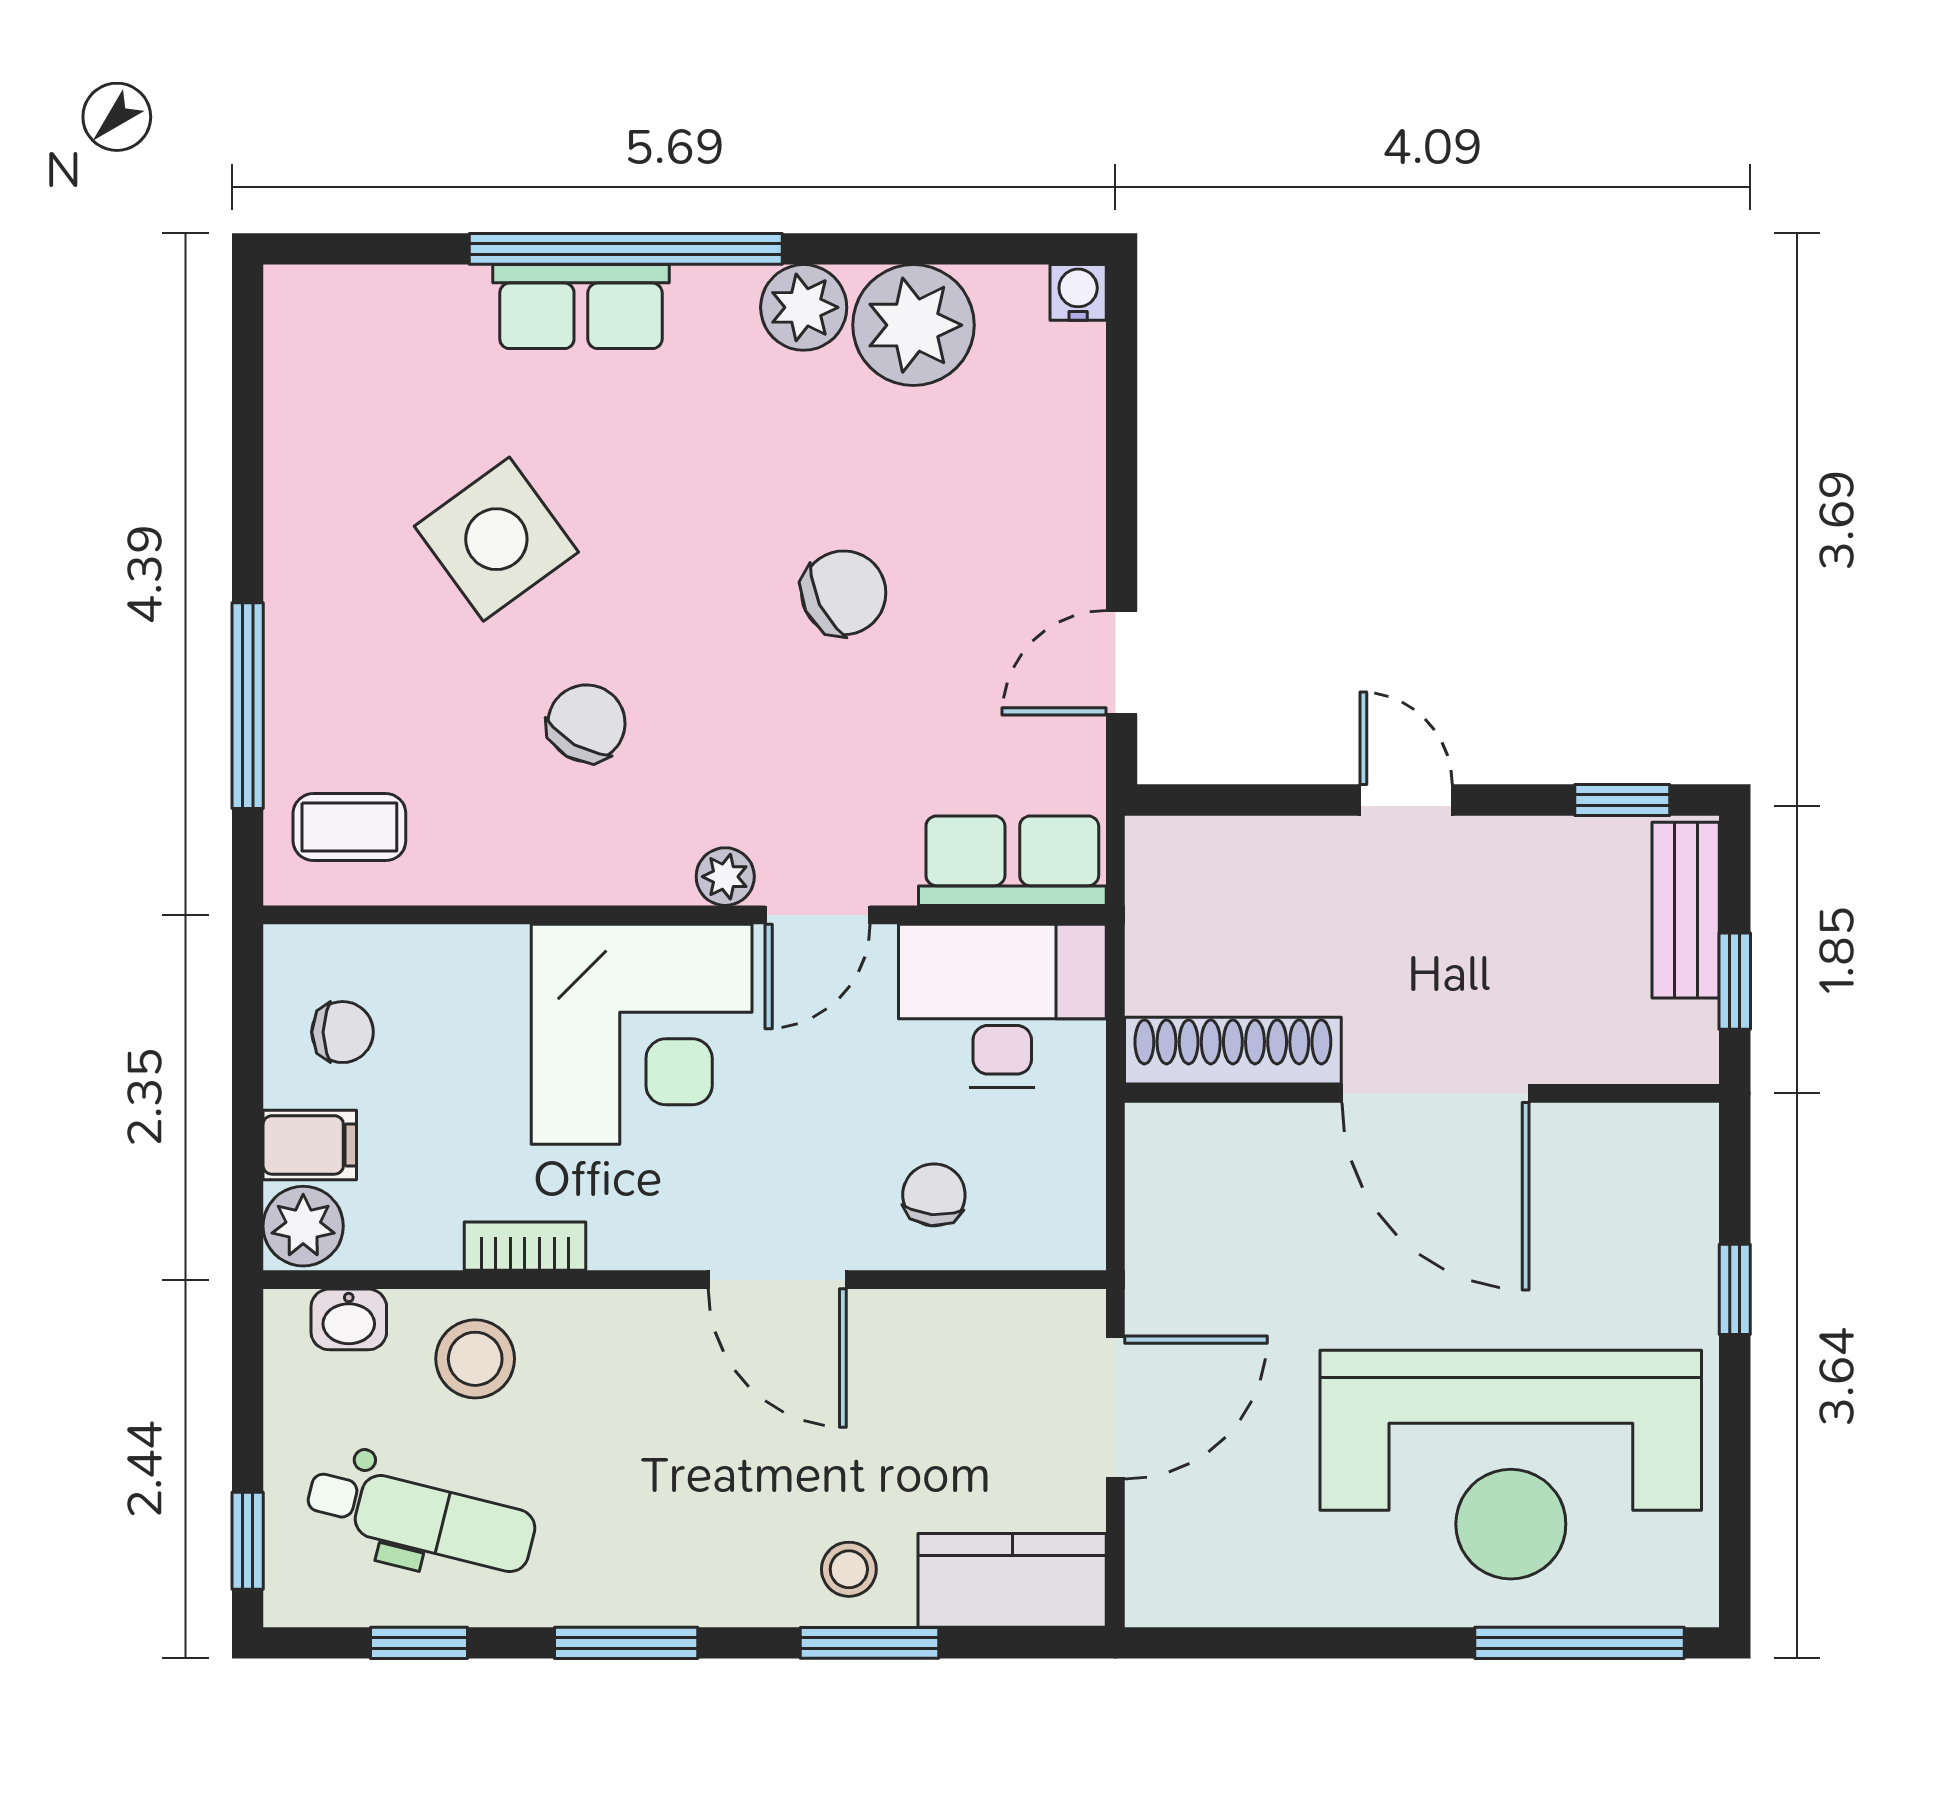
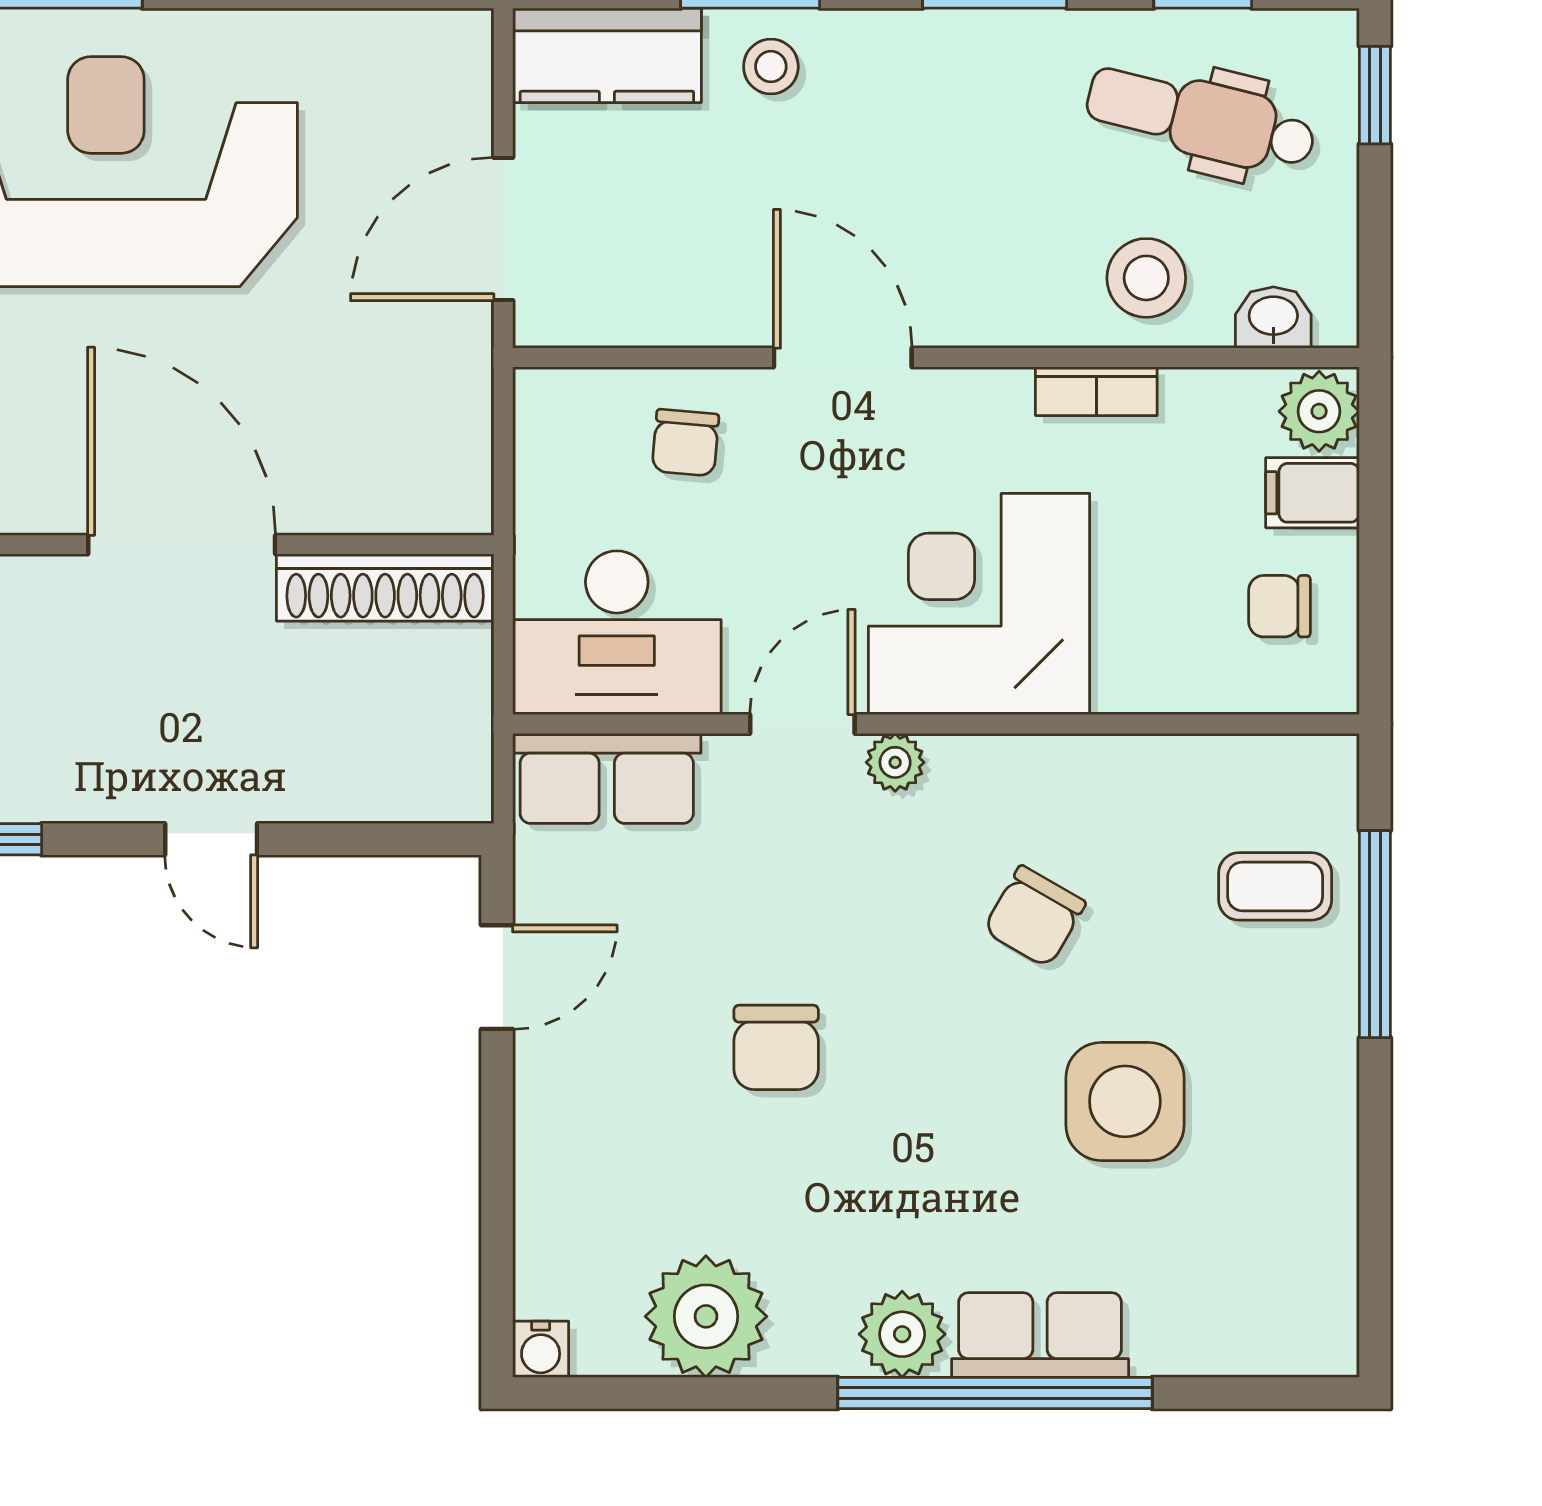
plant: (804, 307) -> (902, 1334), moved
side table: (496, 539) -> (1125, 1101), turned 36
chair: (844, 593) -> (776, 1047), turned -64
coffee table: (349, 827) -> (1275, 886), moved

